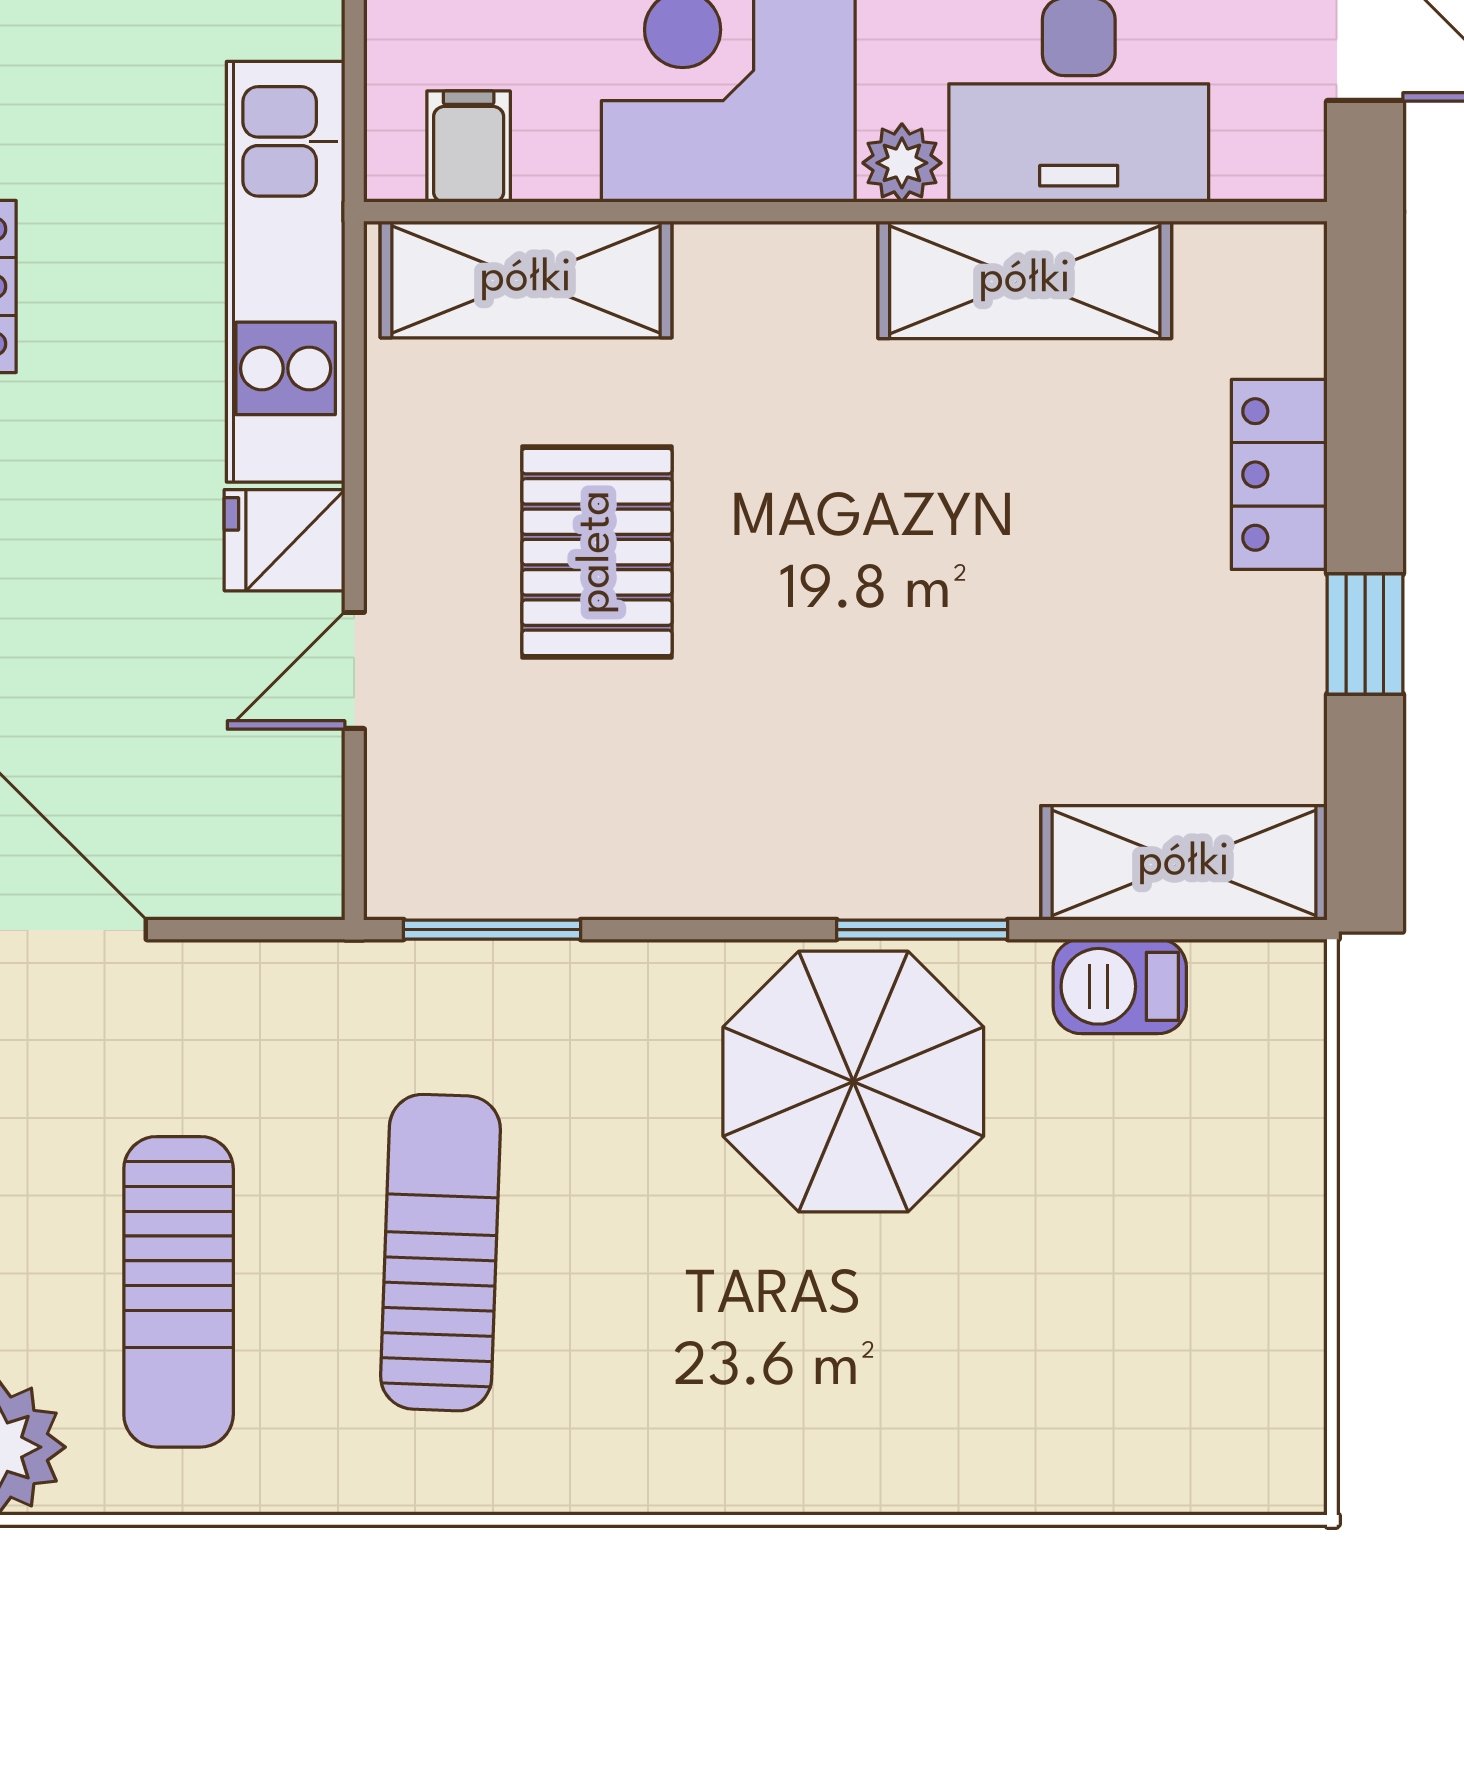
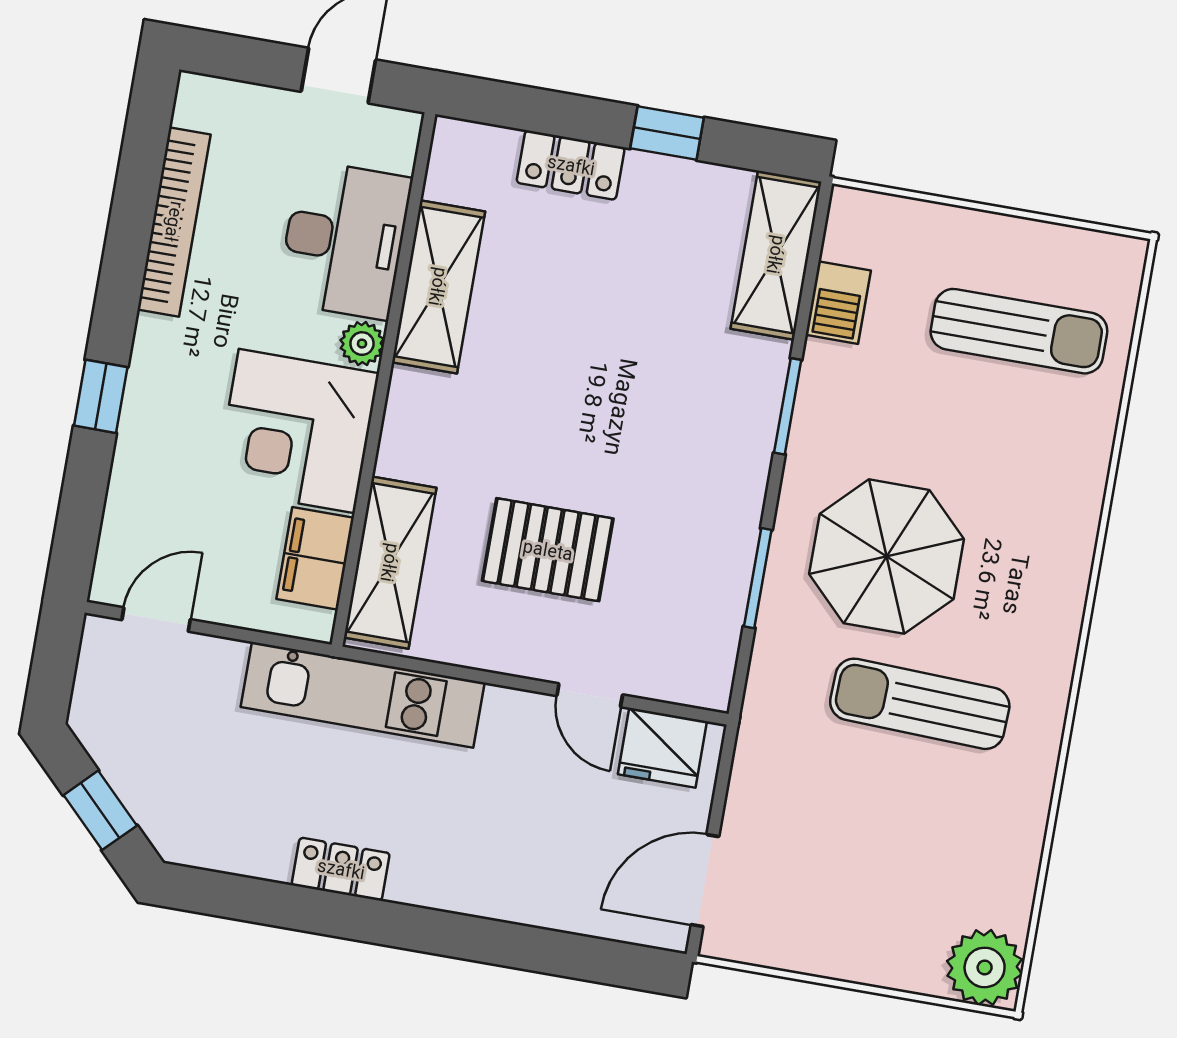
filing cabinet: (469, 147) -> (315, 558), width x2.00
fridge: (284, 540) -> (662, 748), moved, width x1.38
window: (492, 930) -> (758, 578), moved
parasol: (853, 1082) -> (887, 557), moved
sun lounger: (179, 1292) -> (1019, 331), moved

